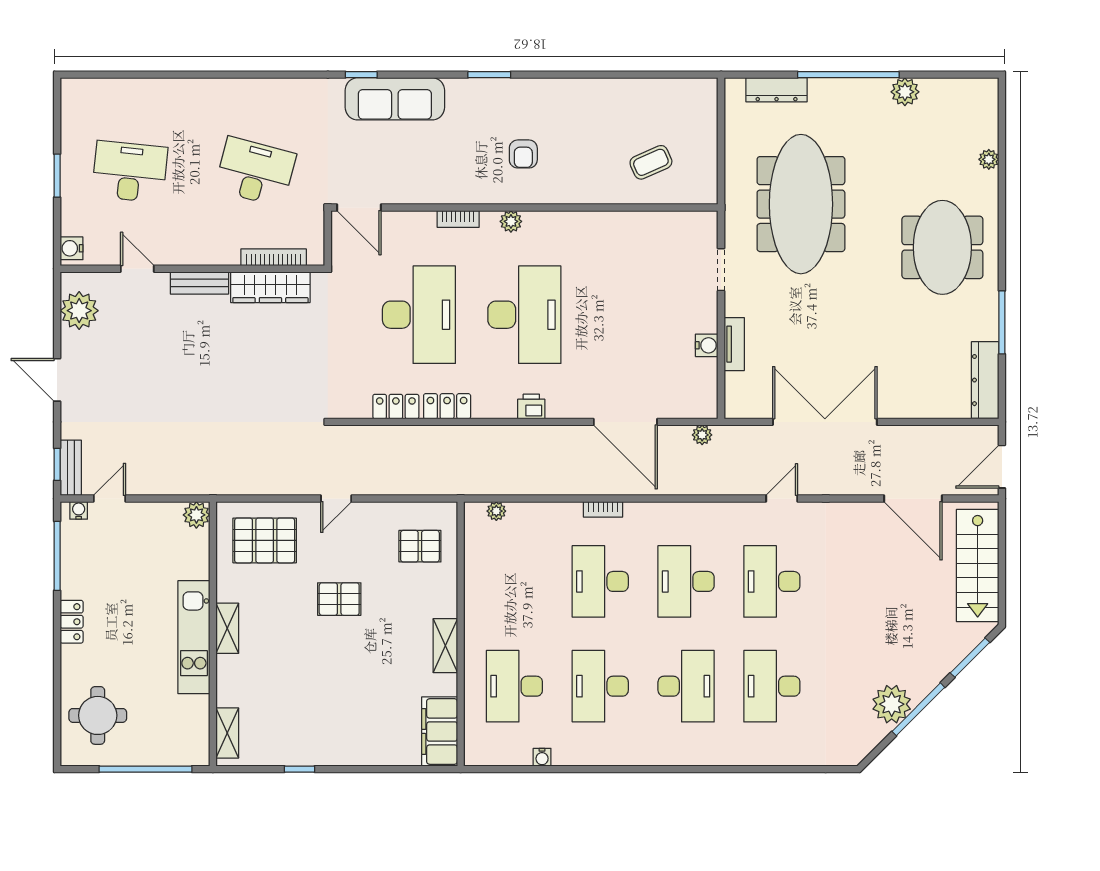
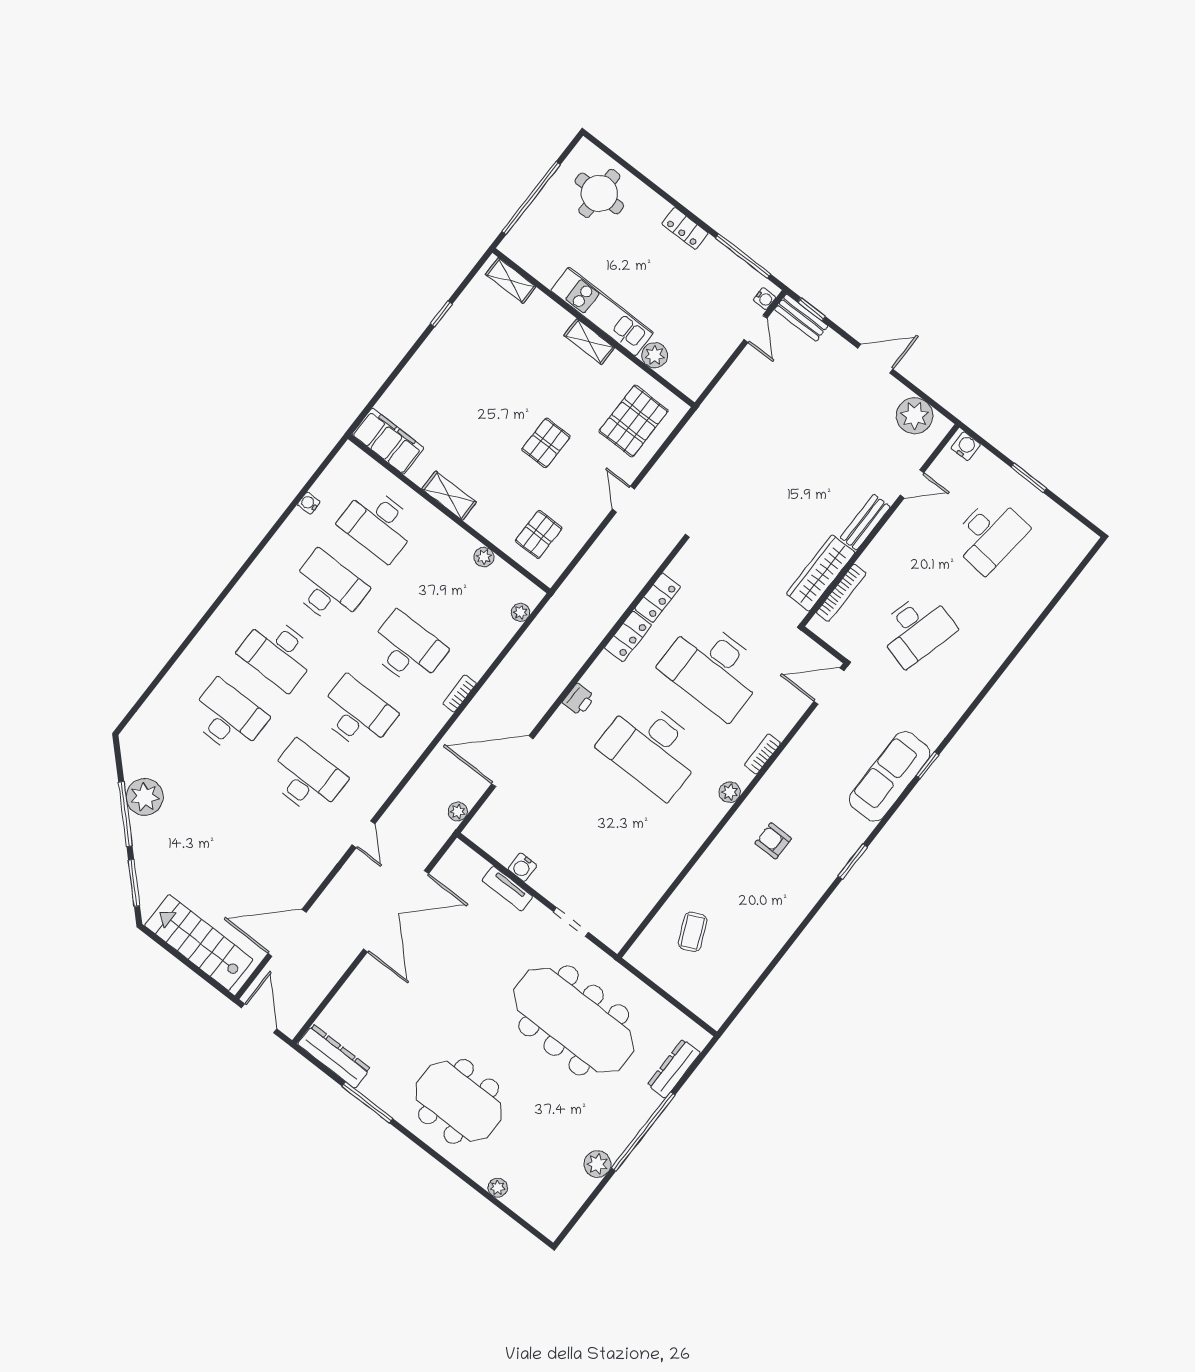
plant: (196, 515) -> (655, 355), moved
plant: (474, 577) -> (484, 557), added
desk: (514, 686) -> (378, 524), turned 180

